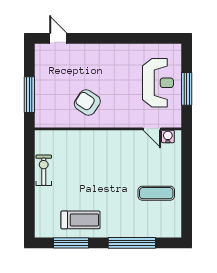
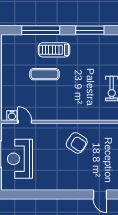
exercise mat: (156, 193) -> (45, 74), moved
treadmill: (81, 220) -> (54, 50), moved

